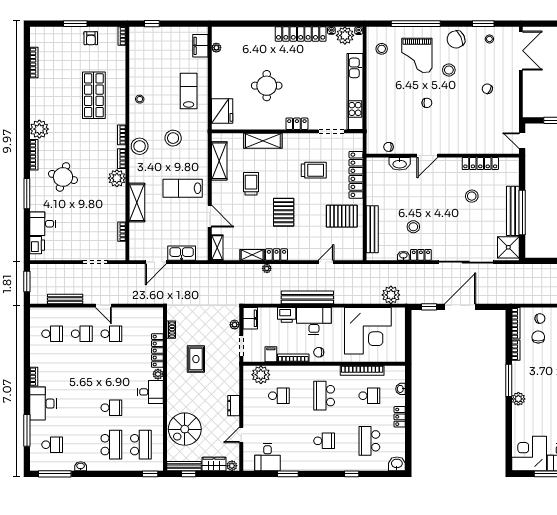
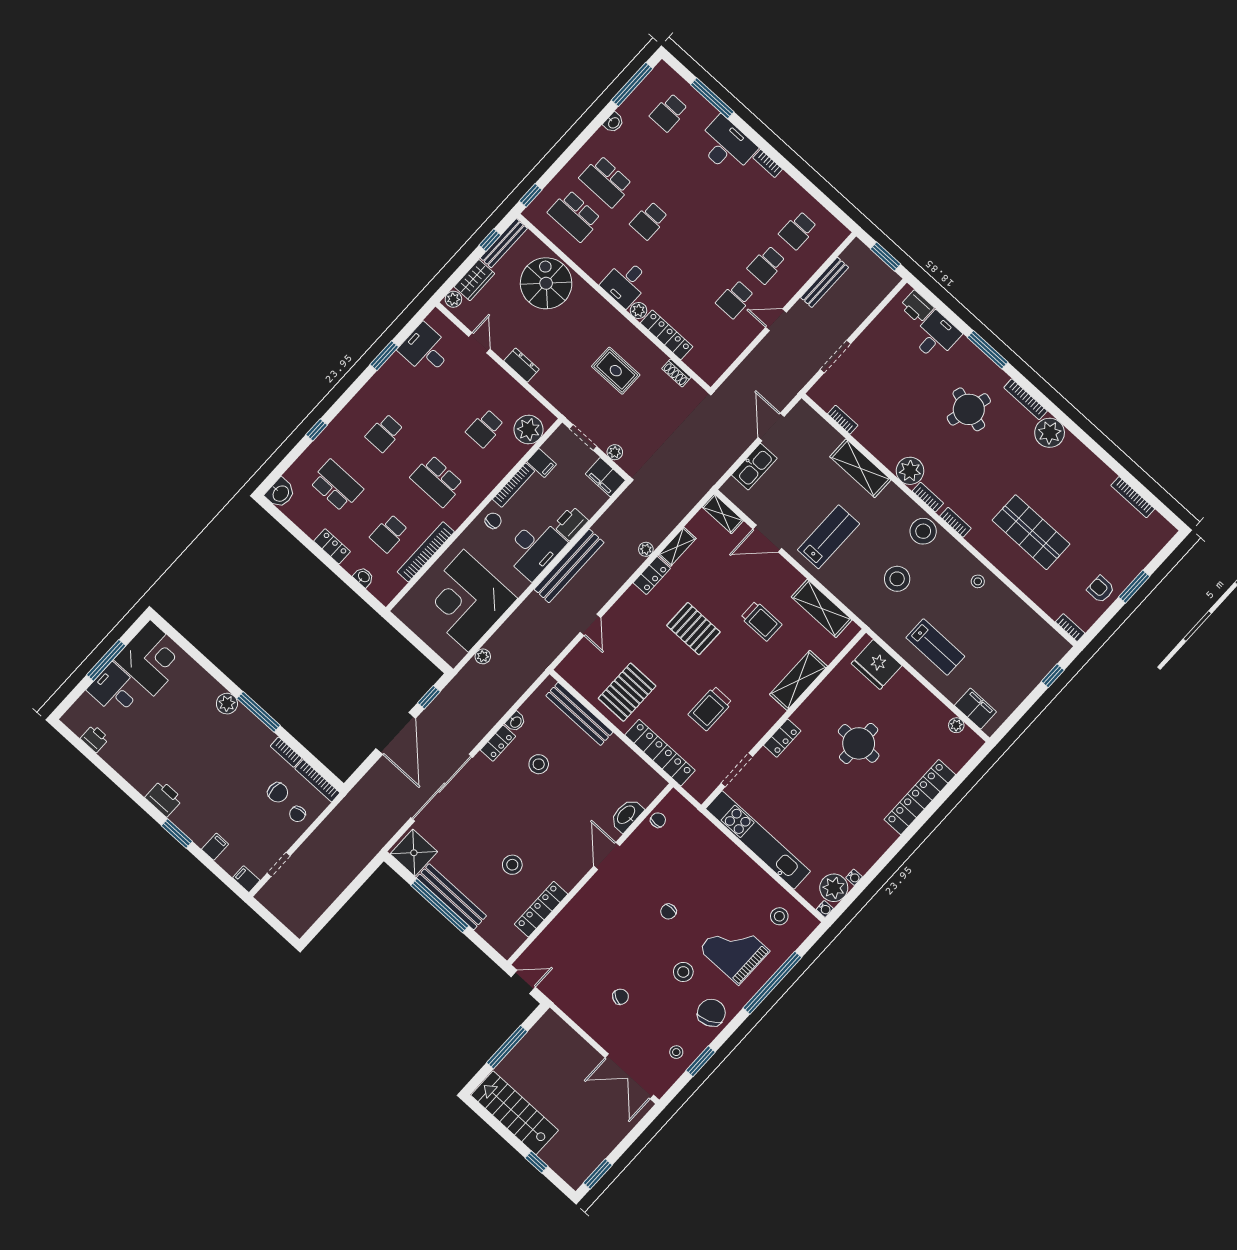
locker: (301, 34) -> (920, 797), moved
plant: (391, 295) -> (483, 656), width x0.53, depth x0.53
school desk: (324, 396) -> (437, 481), turned 180

